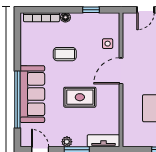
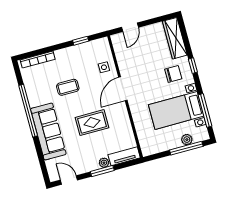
floor lamp: (65, 17) -> (59, 54), removed
window: (17, 99) -> (28, 111), moved
plant: (67, 142) -> (104, 163), moved

